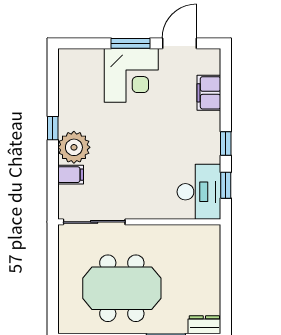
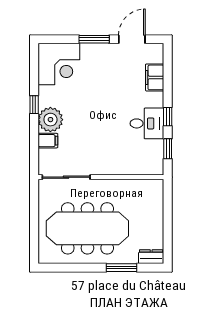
corner desk: (131, 75) -> (59, 64), moved
desk: (199, 192) -> (147, 123), moved, width x0.73
meeting table: (122, 288) -> (87, 228), width x1.36

